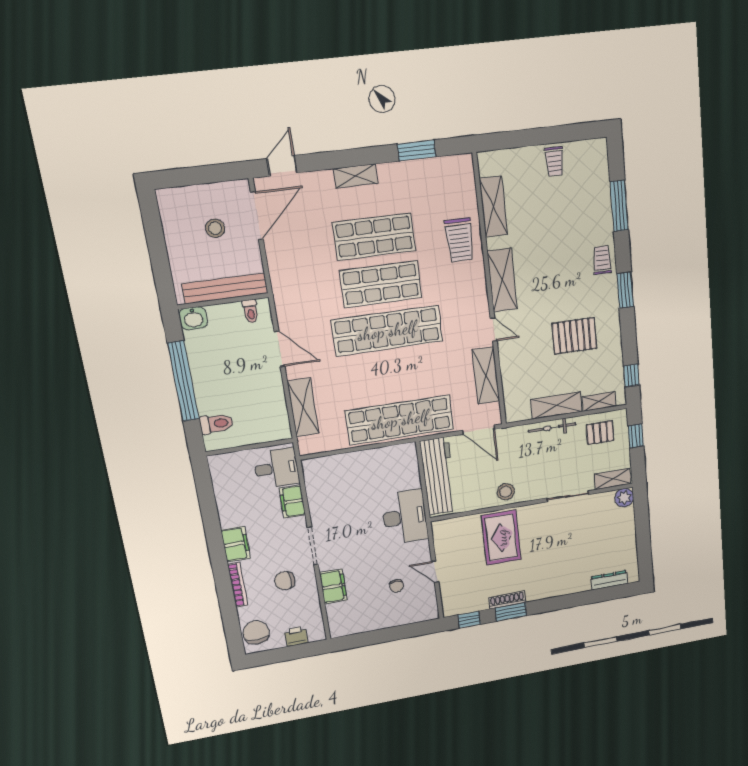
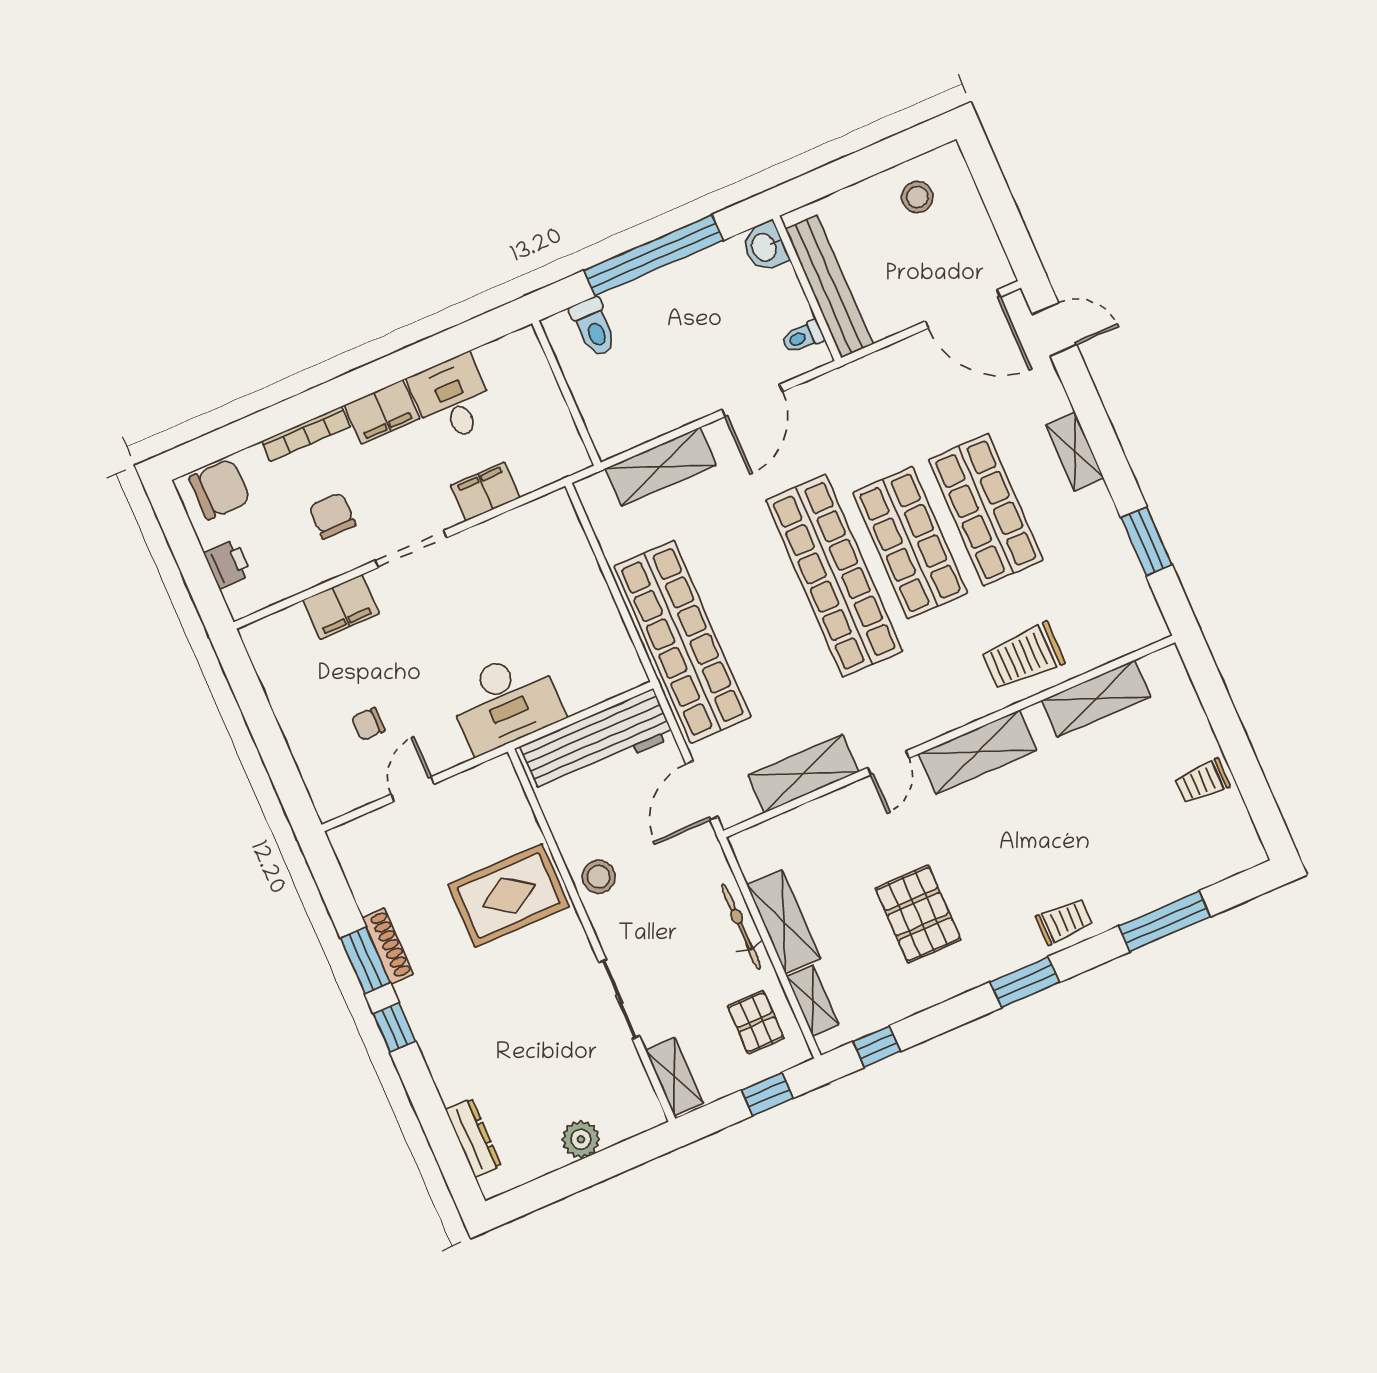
stool: (215, 228) -> (917, 197), moved
desk: (276, 468) -> (452, 399), moved, turned 180
plant: (624, 498) -> (581, 1139), moved
window: (469, 620) -> (394, 1027), moved

